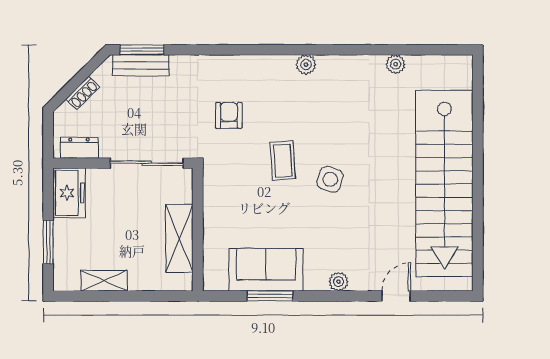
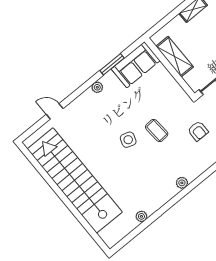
sofa: (266, 270) -> (136, 65), moved
plant: (339, 282) -> (97, 87), moved
door: (396, 296) -> (55, 111), swing flipped

